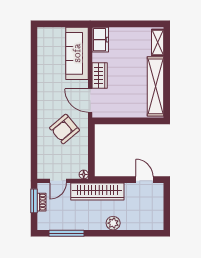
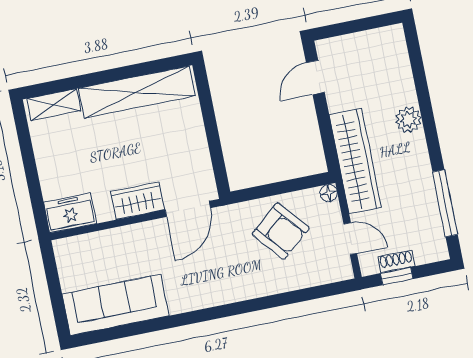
sofa: (77, 53) -> (115, 305), moved, turned 180
armchair: (65, 129) -> (281, 231), moved
window: (34, 201) -> (397, 276), width x0.67

